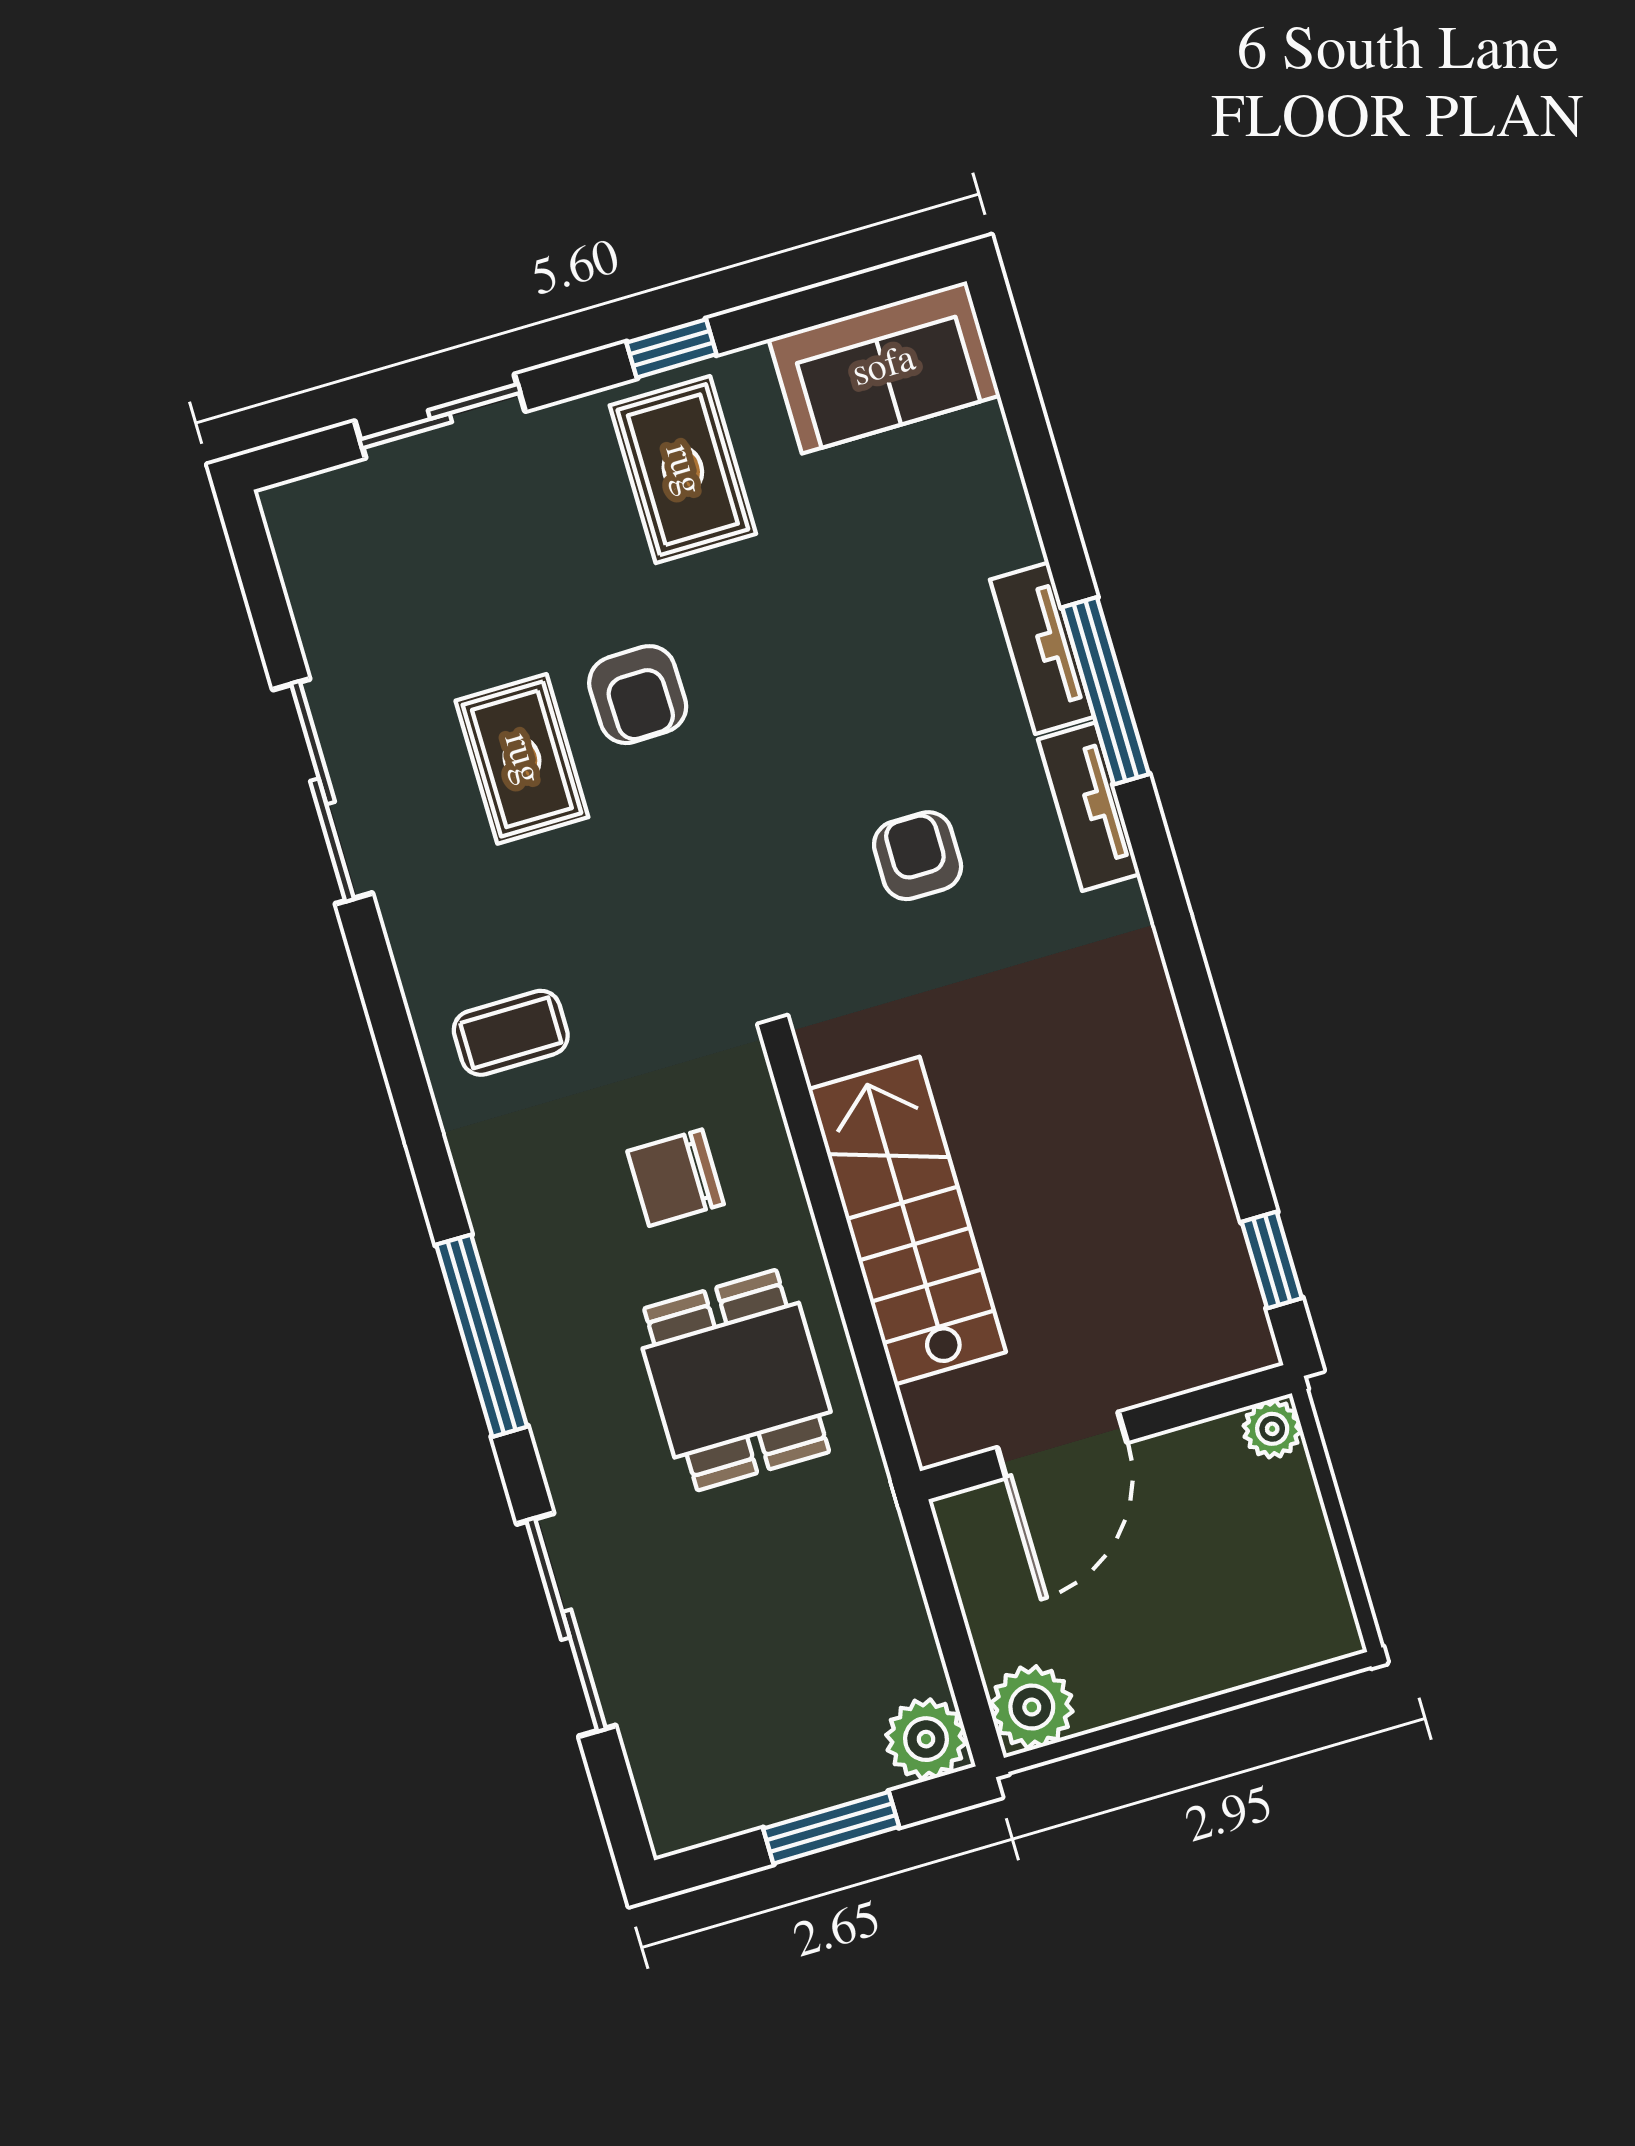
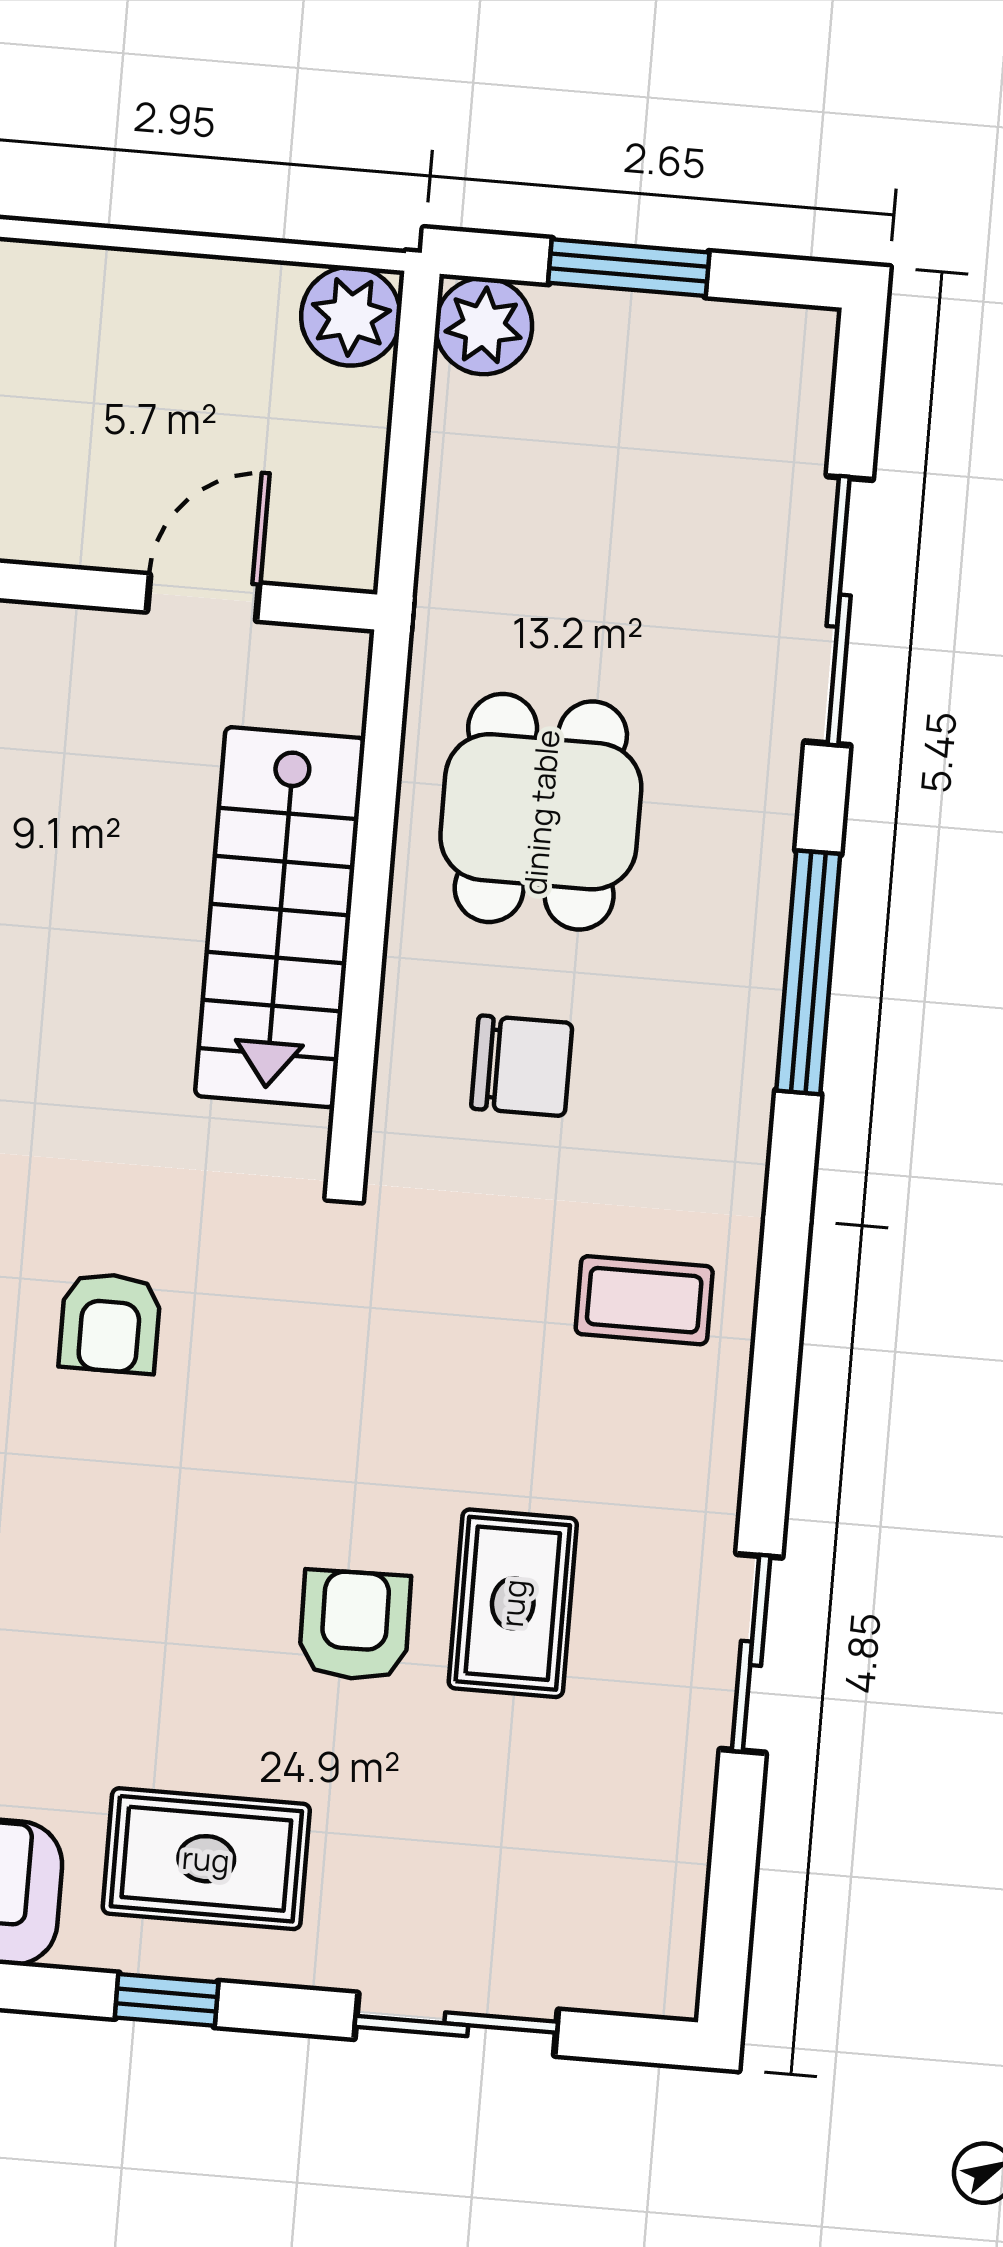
rug: (683, 470) -> (206, 1859), turned 90
sliding door: (322, 791) -> (751, 1653), width x0.73
door: (1062, 1445) -> (203, 598), width x0.73

